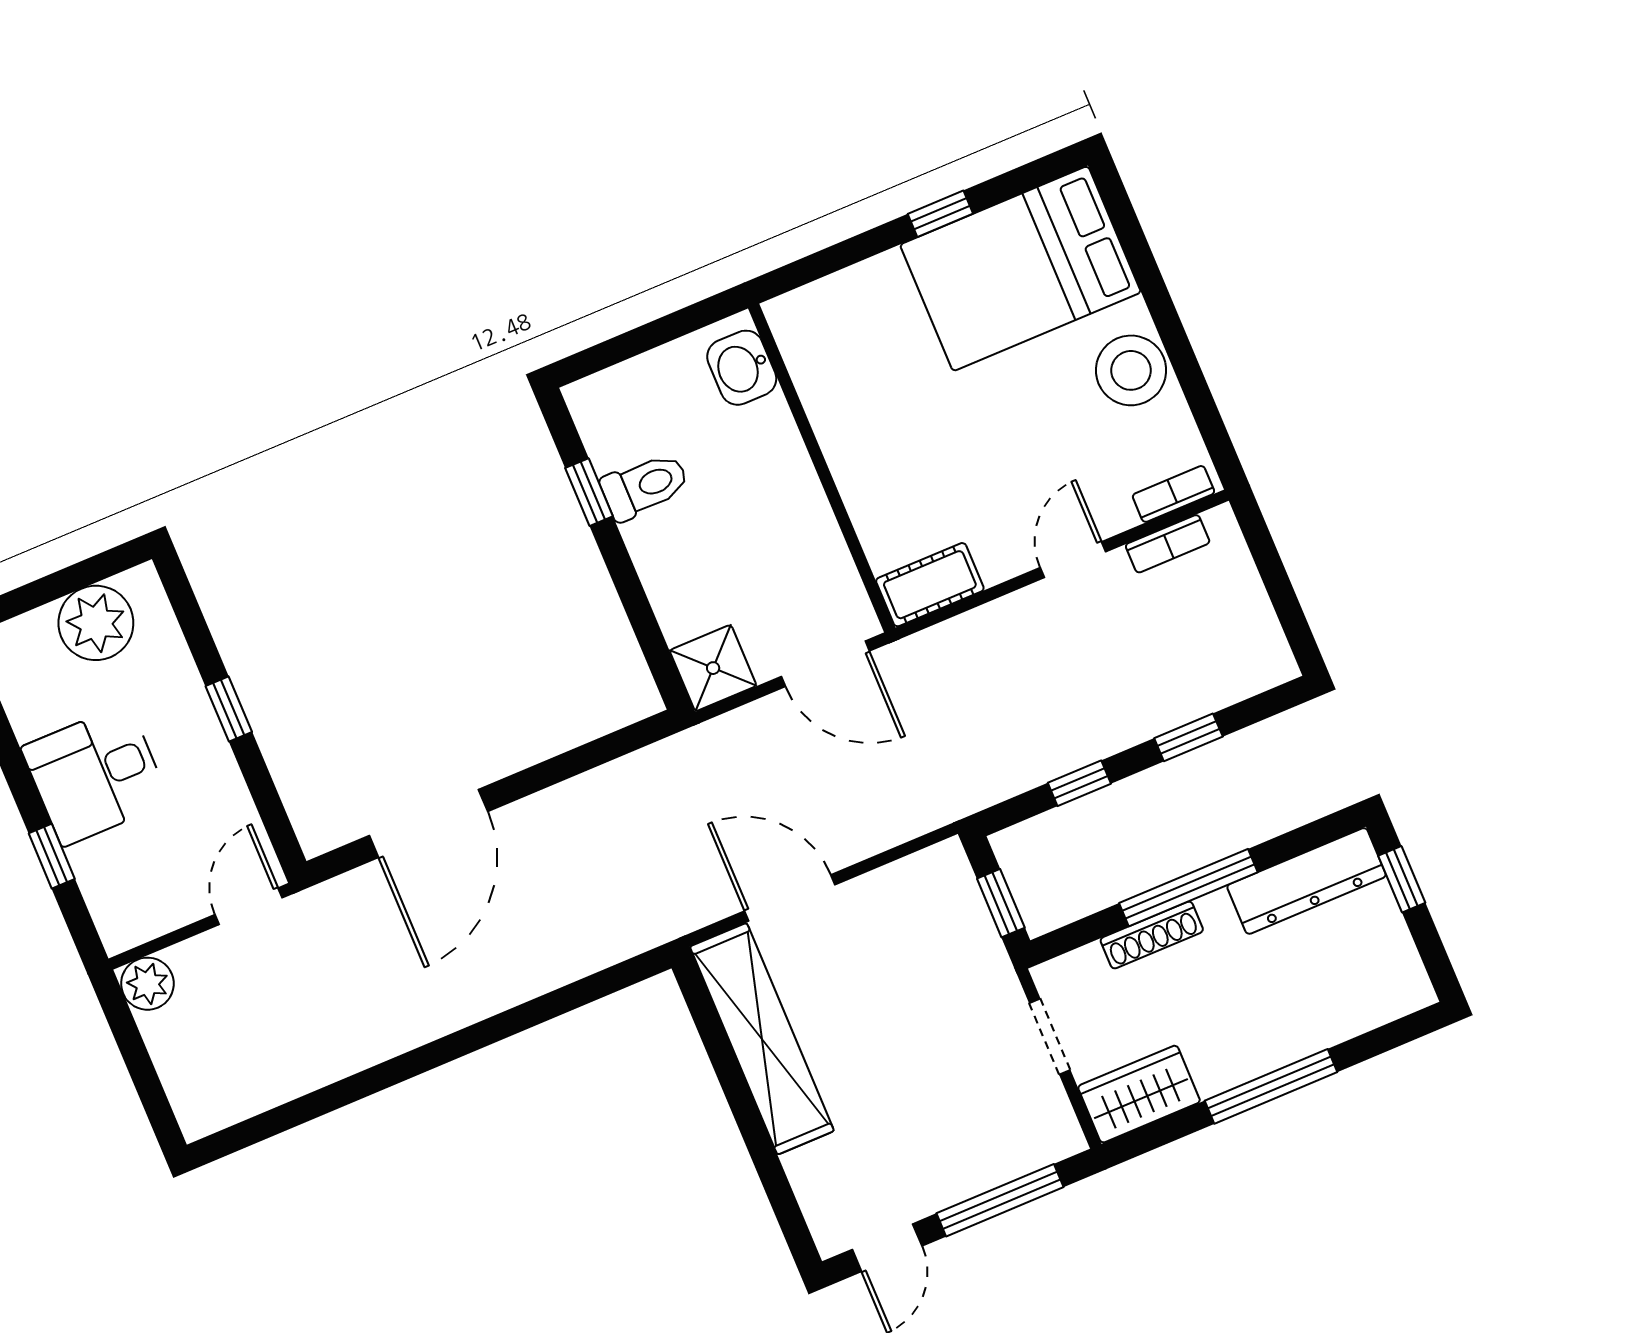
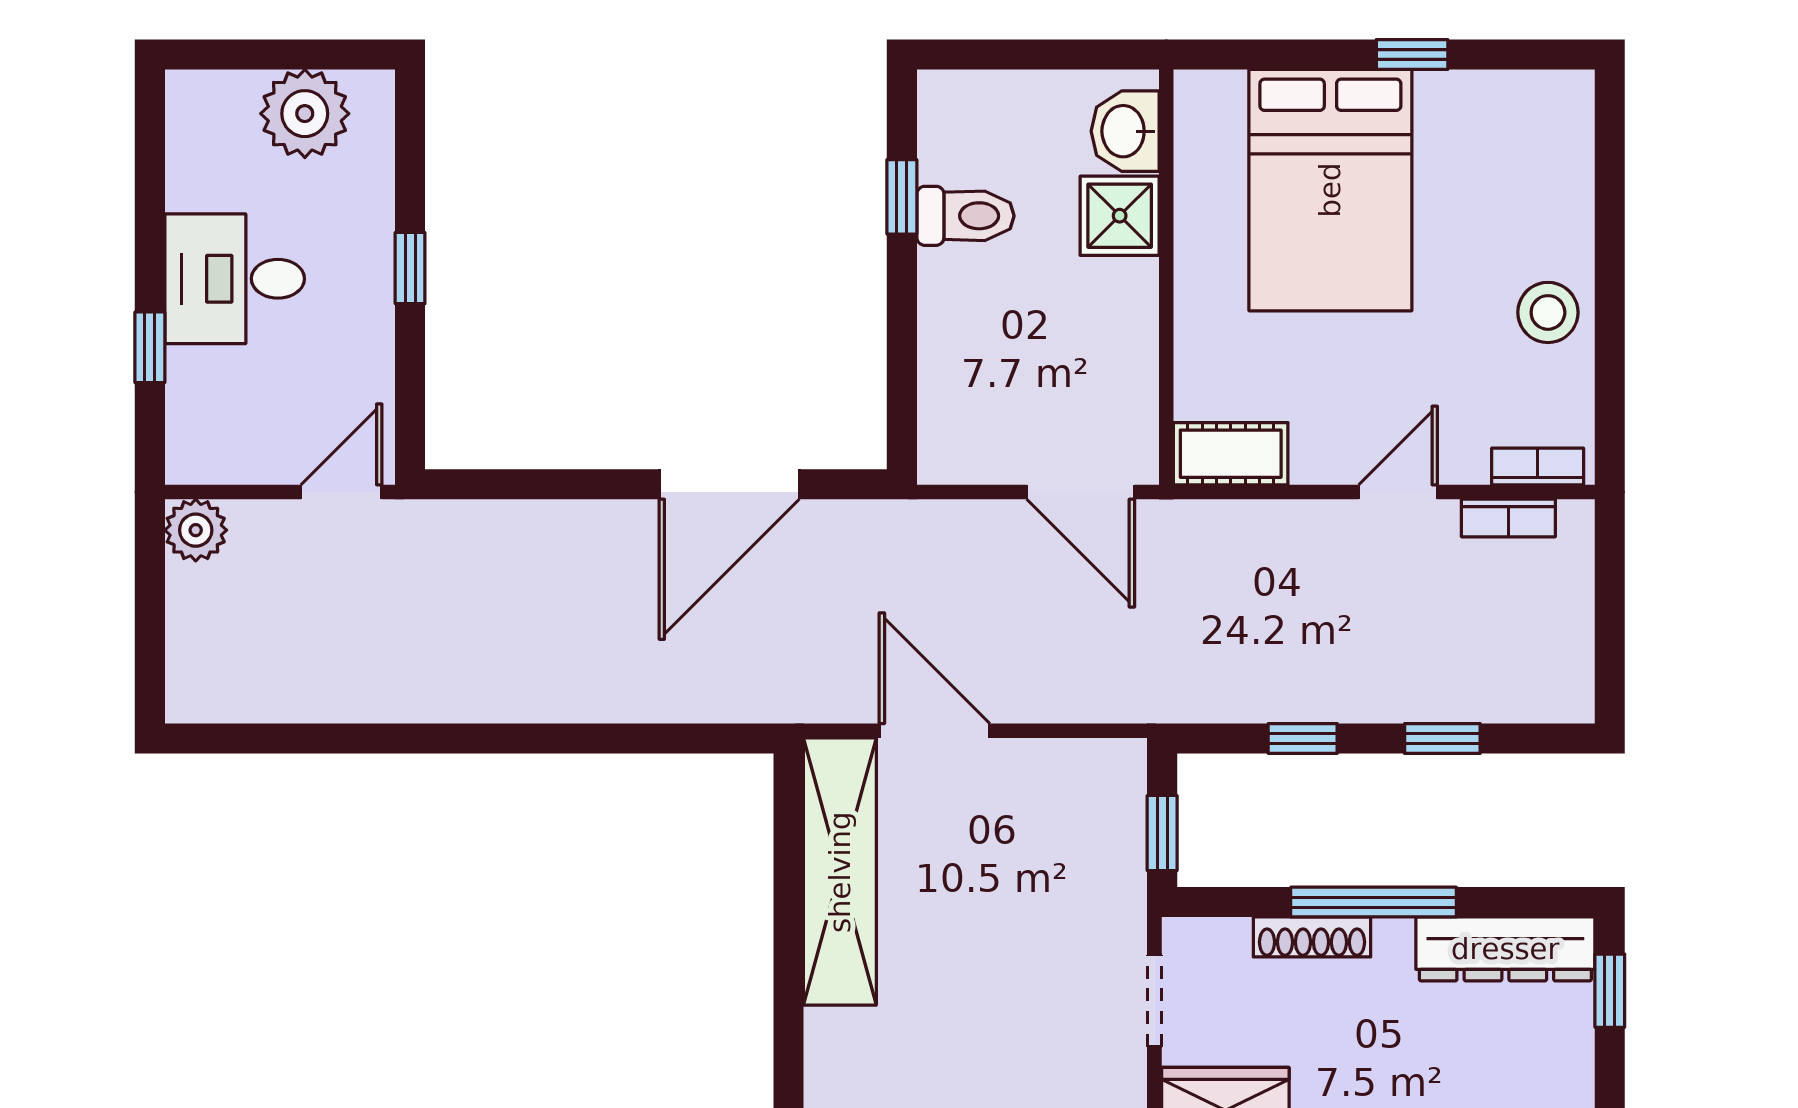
bed: (1020, 269) -> (1330, 190), moved, turned -90
stool: (1131, 370) -> (1548, 312), width x0.73, depth x0.73
shower: (713, 668) -> (1120, 216), moved
door: (428, 823) -> (729, 484), moved

